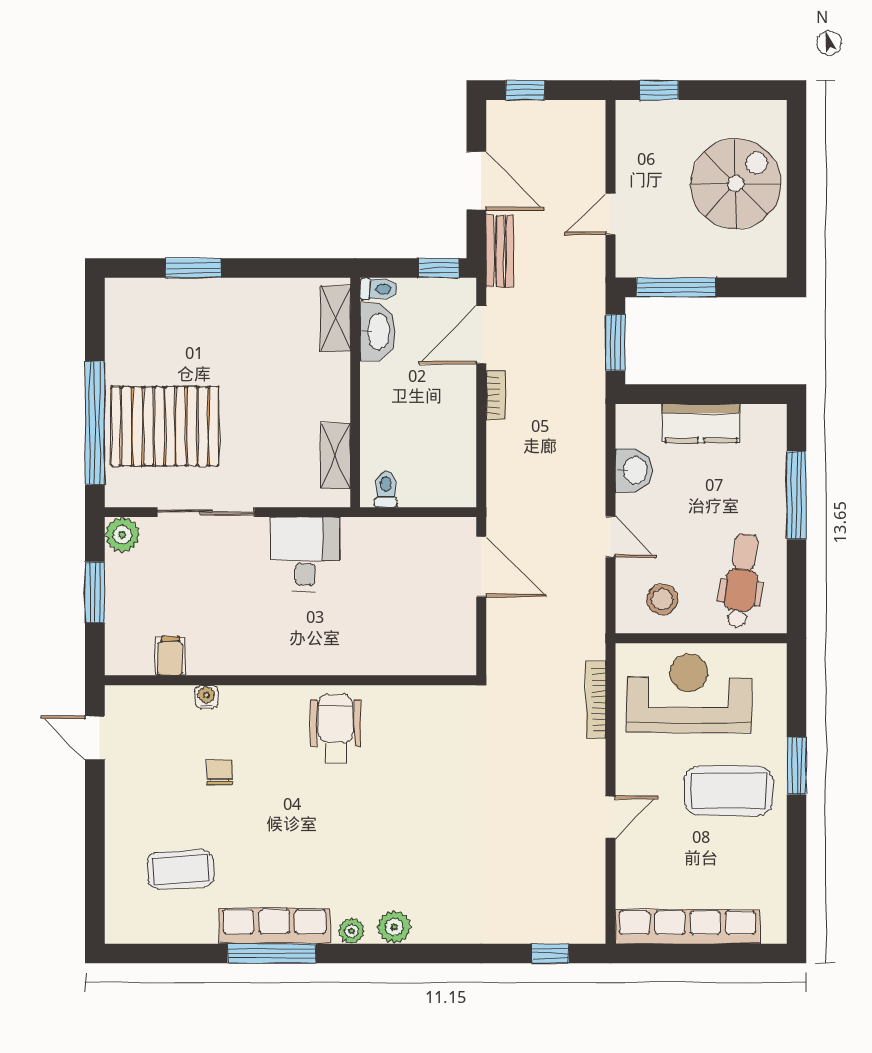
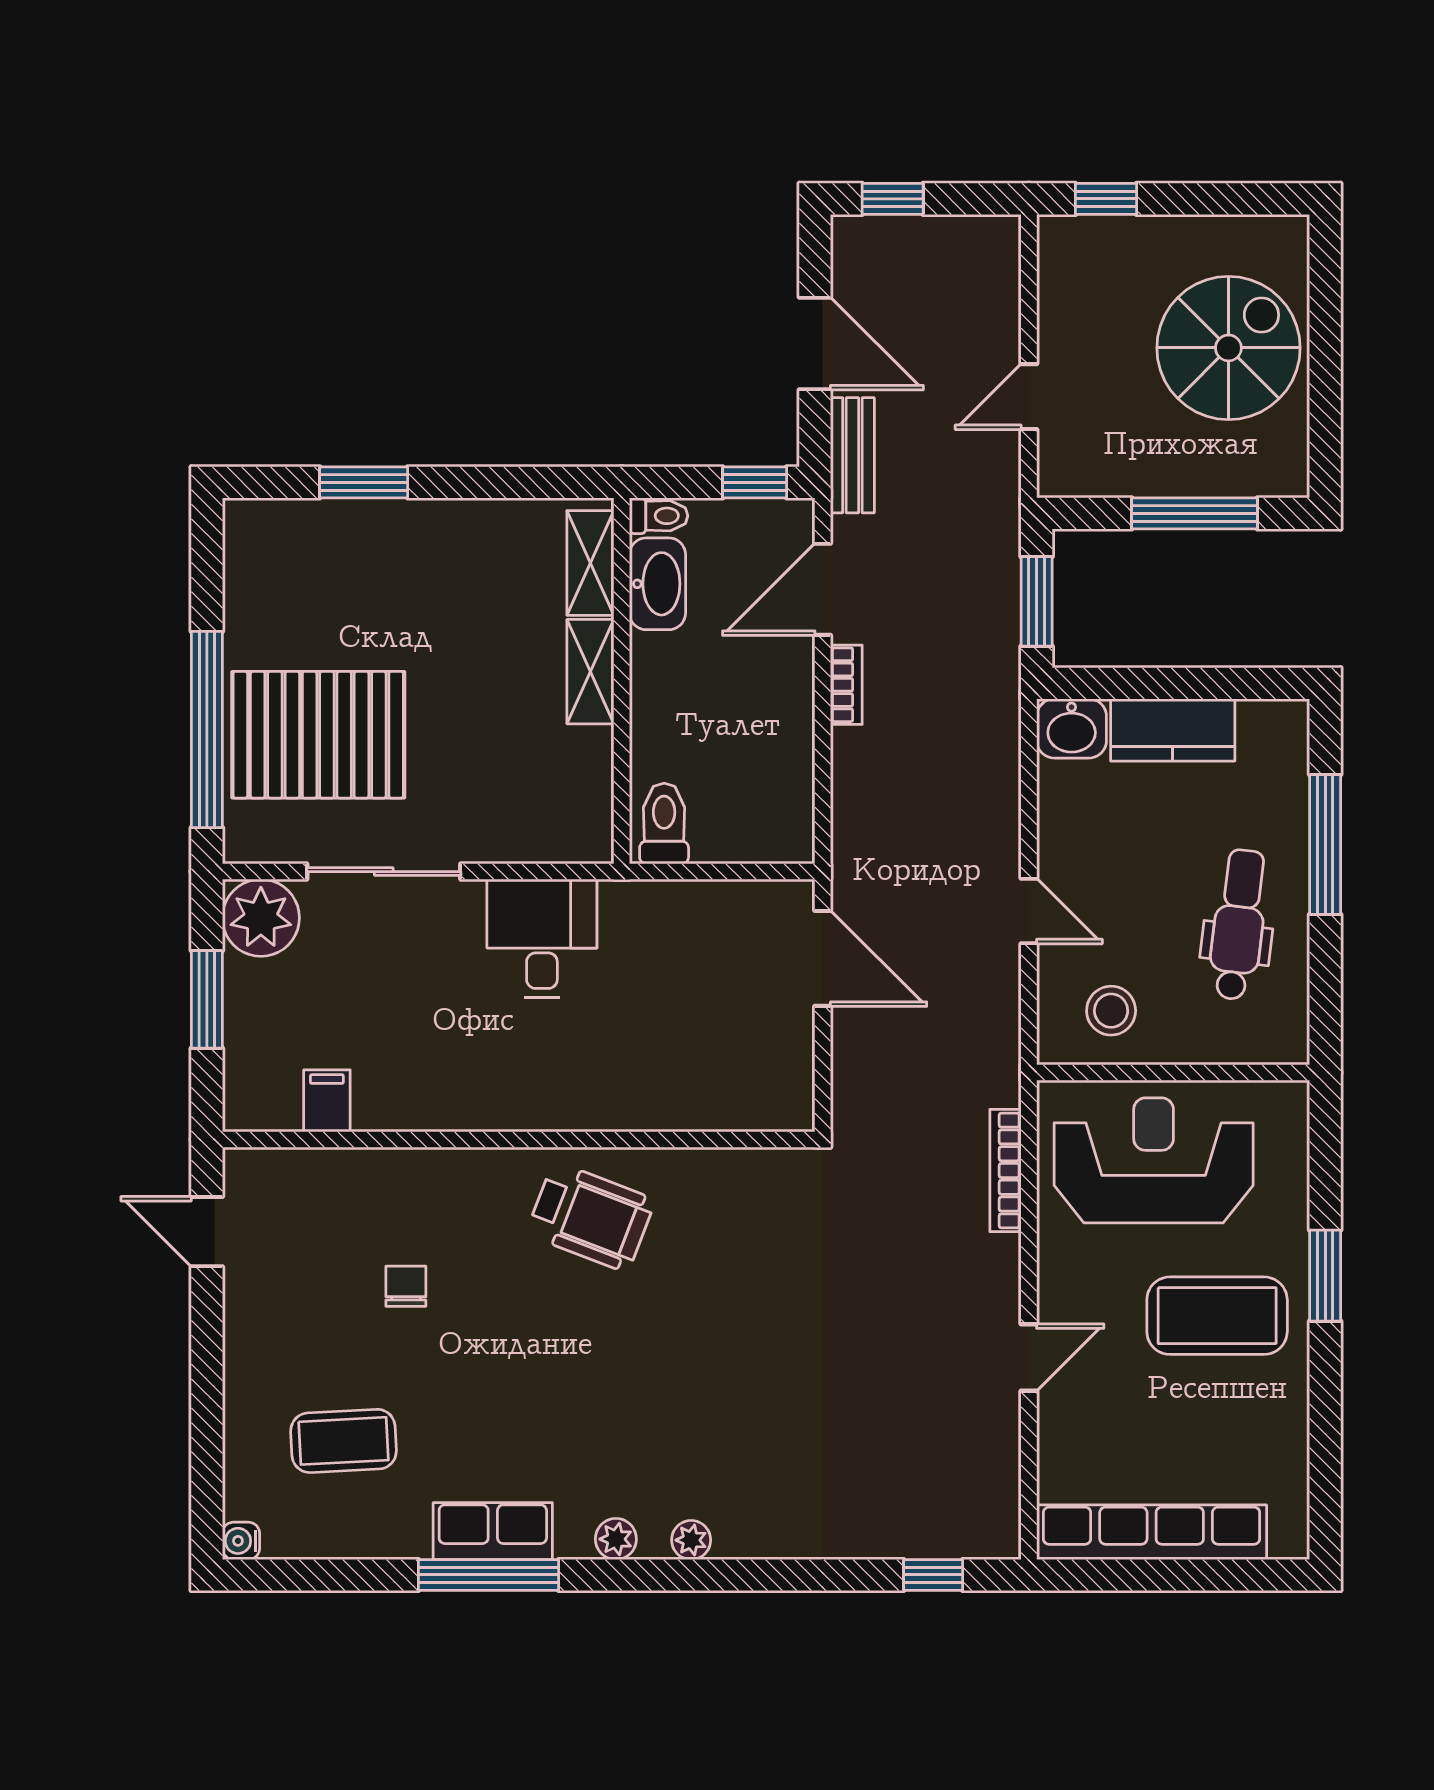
window: (676, 287) -> (1195, 513), moved
shelving: (336, 456) -> (590, 672), moved
washbasin: (634, 471) -> (1072, 728), moved, turned 90
toilet: (386, 489) -> (664, 823), width x1.37, depth x1.39
plant: (122, 535) -> (261, 918), width x1.36, depth x1.36
dental chair: (742, 581) -> (1238, 925), moved
water cooler: (206, 697) -> (241, 1541), moved, turned -90
wheelchair: (336, 729) -> (591, 1217), turned 111
row of seats: (274, 926) -> (493, 1531), width x0.68
plant: (394, 927) -> (691, 1540), width x0.73, depth x0.73

